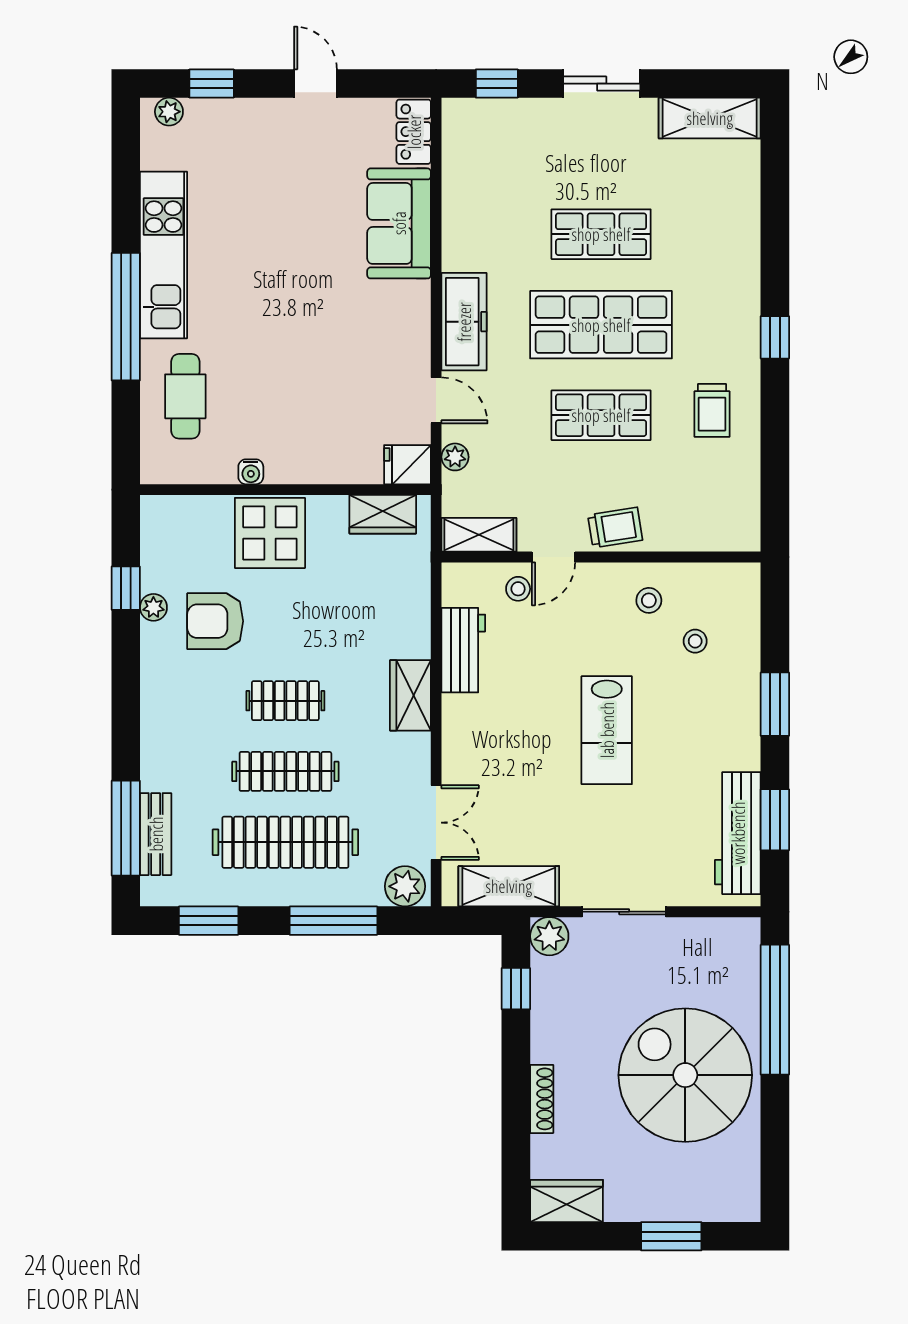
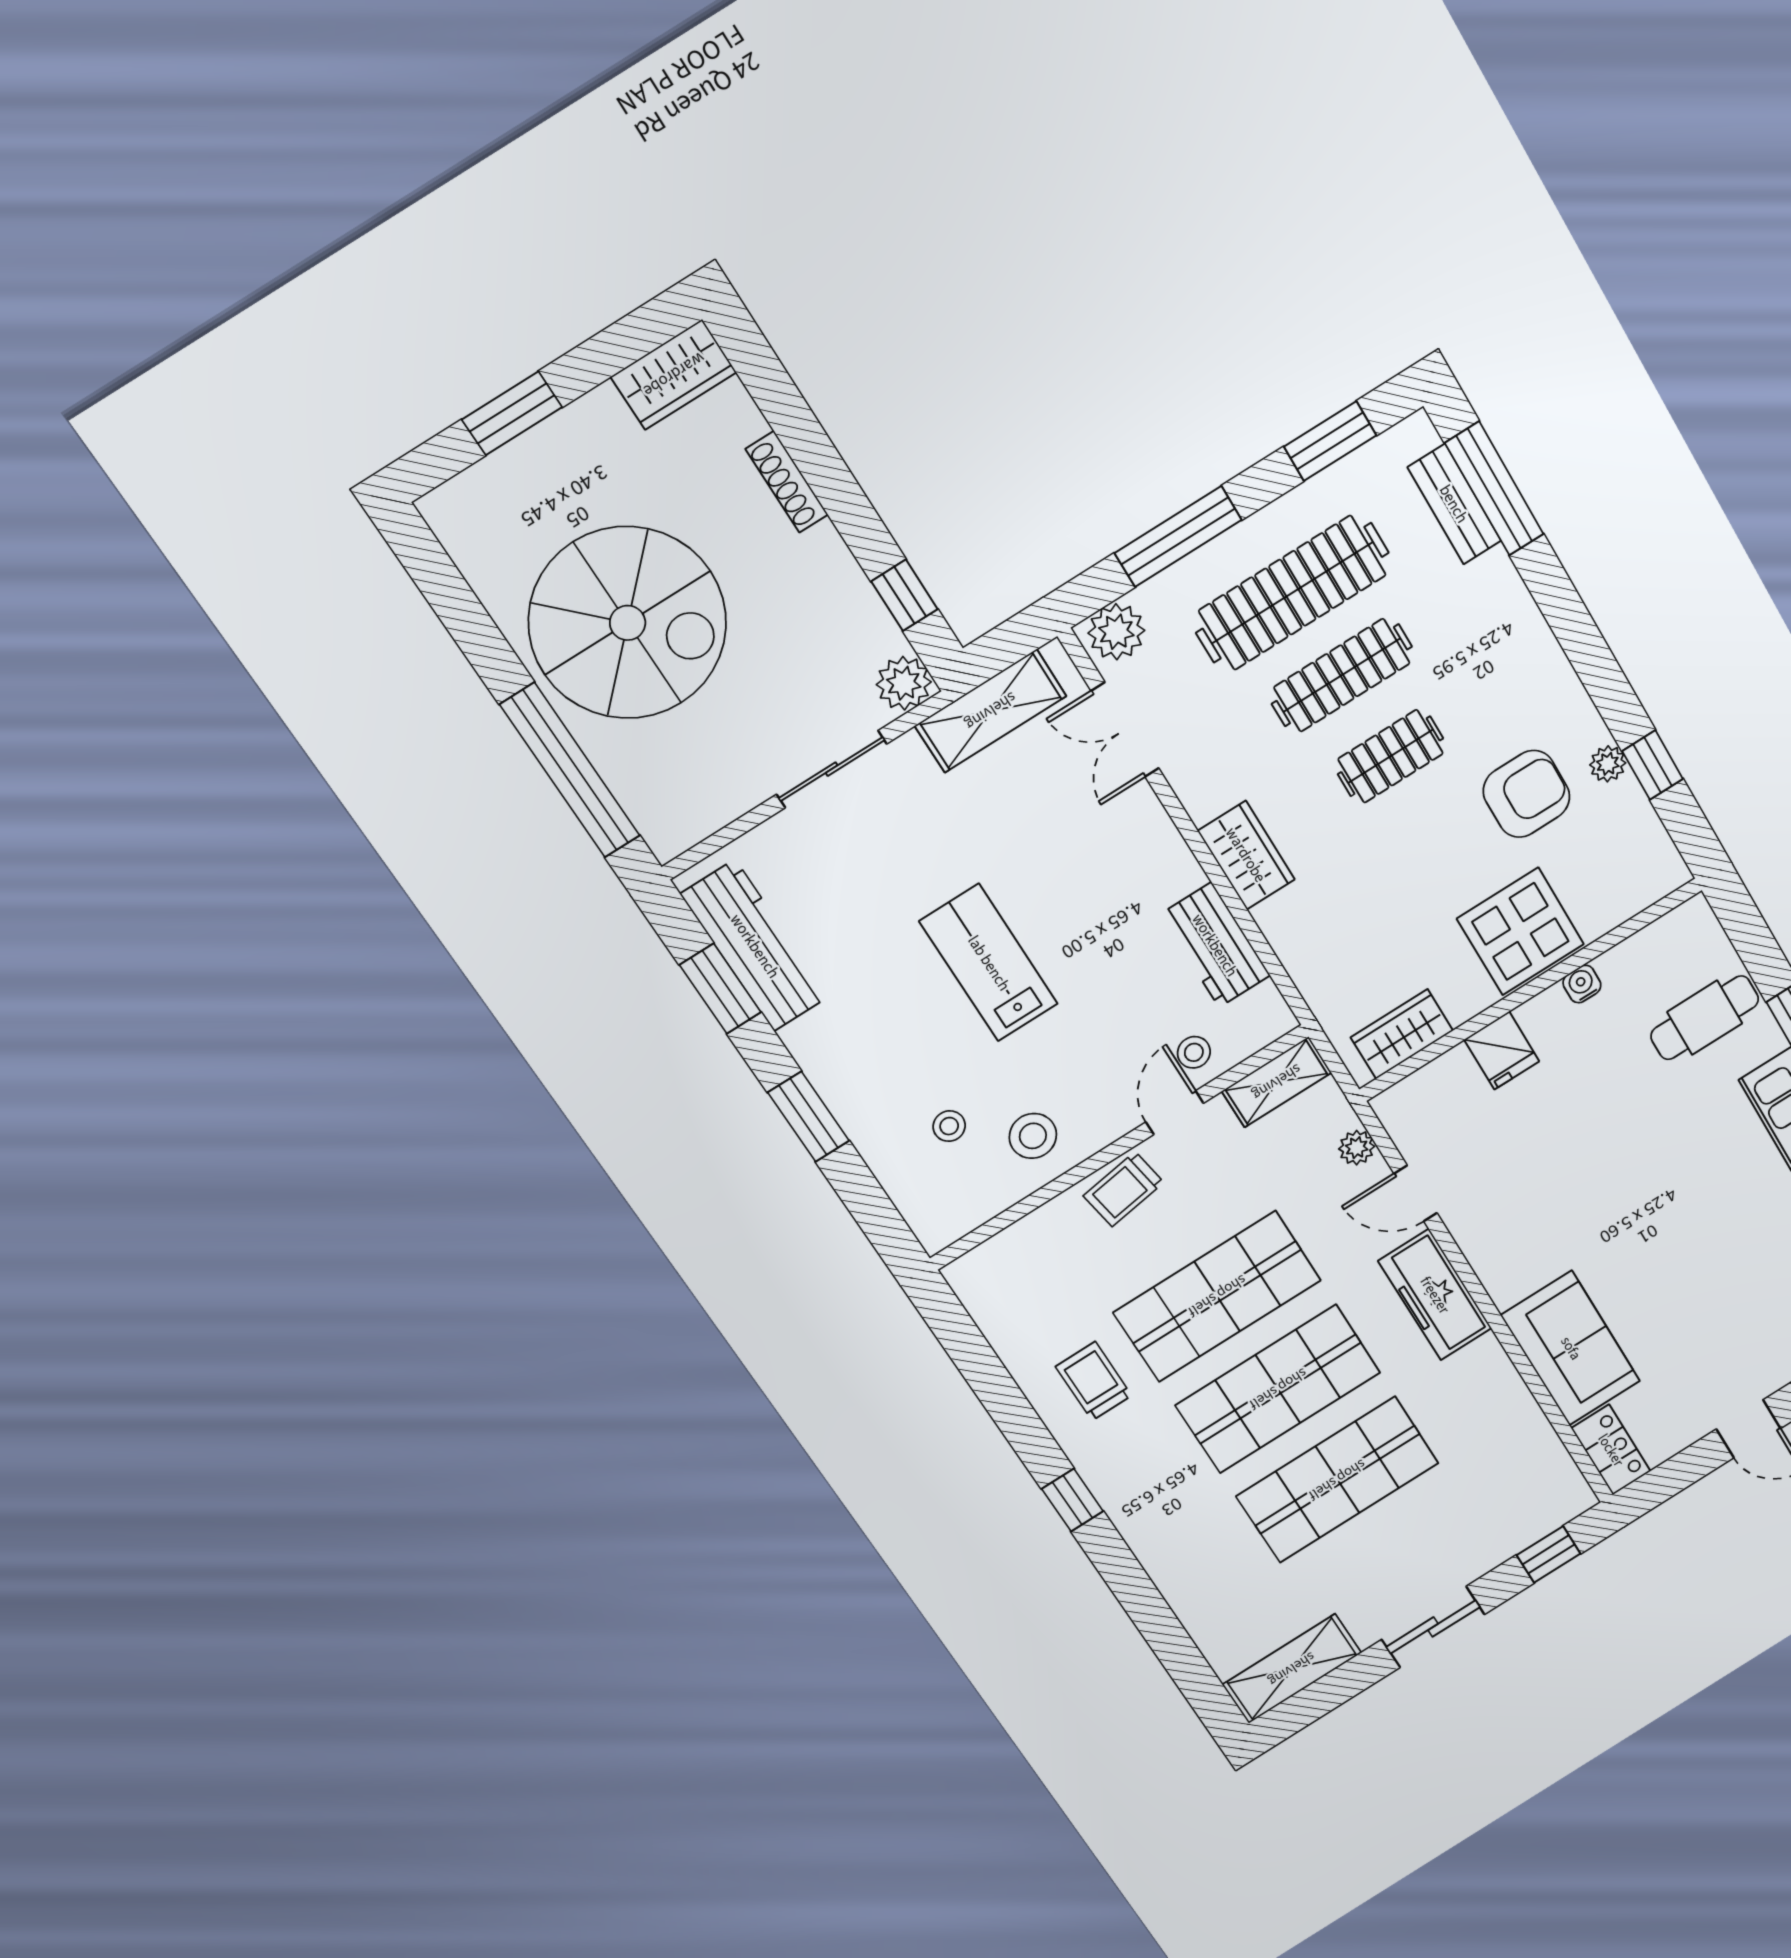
shop shelf: (601, 234) -> (1337, 1480), width x1.43, depth x1.36
cafe table: (185, 396) -> (1705, 1018), turned 90
shop shelf: (601, 415) -> (1217, 1296), width x1.43, depth x1.36
fridge: (407, 465) -> (1502, 1051), moved, turned 90
stool: (649, 600) -> (1033, 1136), width x1.37, depth x1.37

